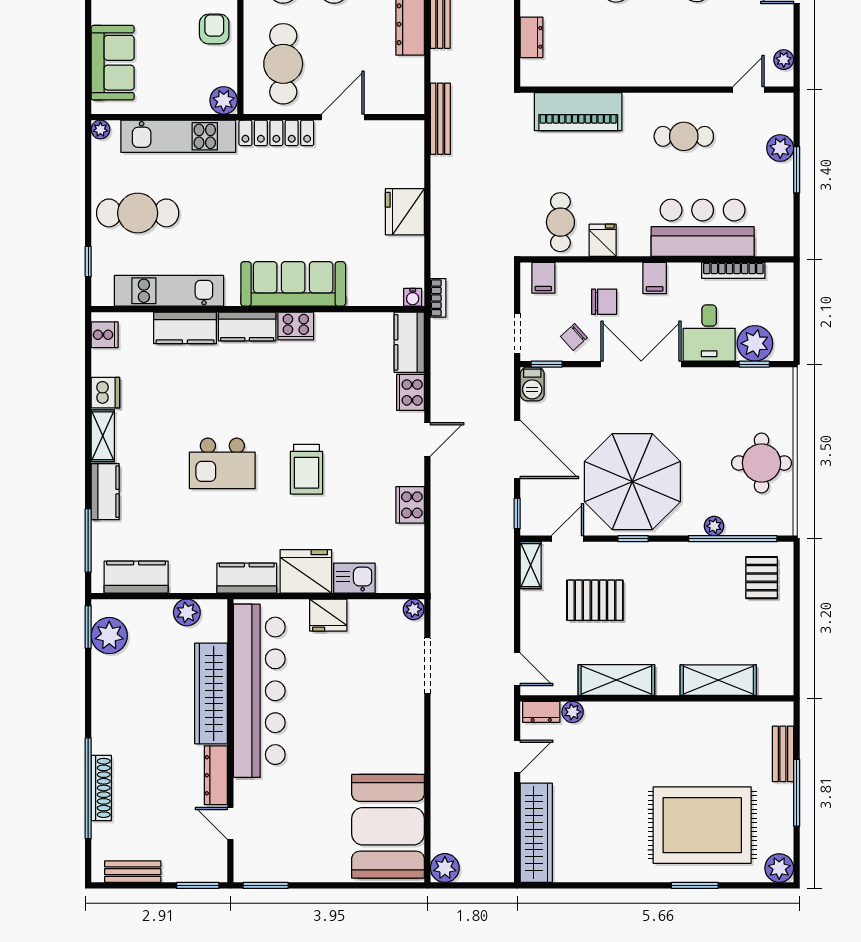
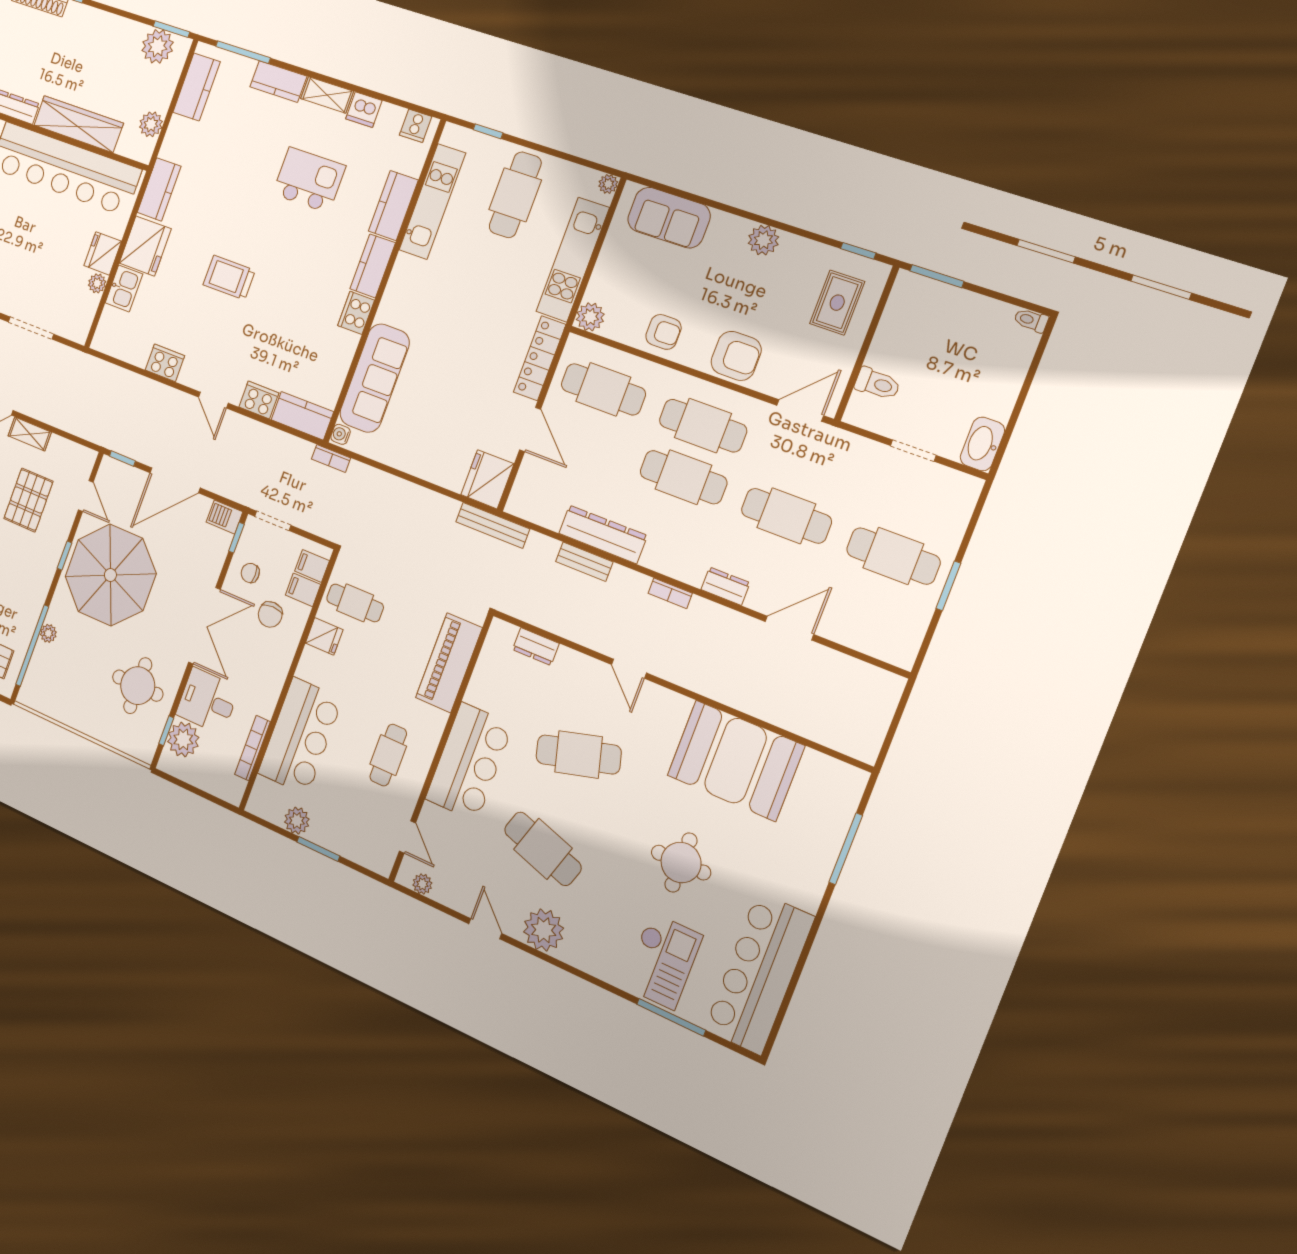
bar counter: (658, 59) -> (469, 762), added
plant: (780, 148) -> (297, 821), moved
fridge: (405, 212) -> (487, 479), moved, turned -90
filing cabinet: (655, 278) -> (303, 590), moved
sofa: (293, 284) -> (375, 378), moved
chair: (574, 337) -> (250, 573), turned -48
kitchen island: (222, 463) -> (309, 180), moved, turned 90
round table: (762, 463) -> (138, 686), moved
shelving: (531, 565) -> (30, 434), moved
plant: (414, 609) -> (97, 283), moved

